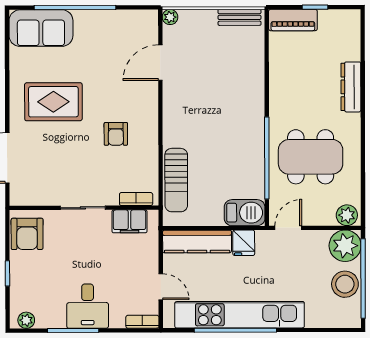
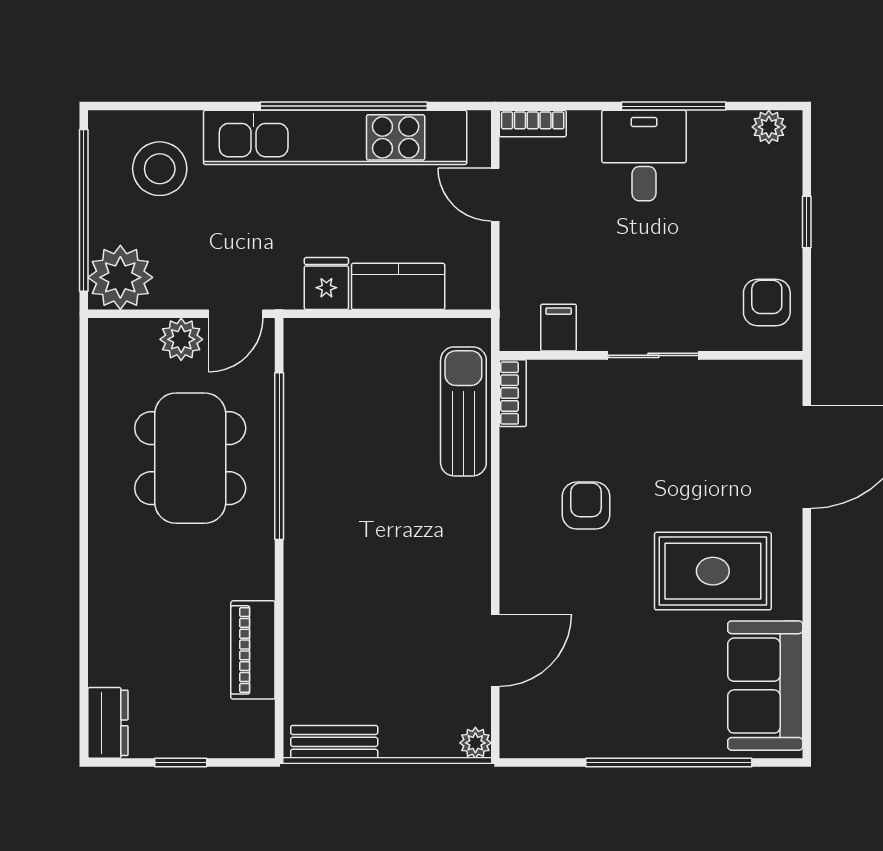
piano: (293, 20) -> (253, 650), moved, turned -90
sofa: (41, 28) -> (765, 686), moved, turned -90
dresser: (351, 87) -> (108, 723), moved, width x0.70
dining table: (311, 157) -> (190, 458), turned 90
bookcase: (136, 199) -> (513, 393), moved, turned -90
barbecue: (245, 213) -> (324, 345), removed
plant: (347, 215) -> (181, 339), moved
filing cabinet: (130, 221) -> (559, 328), width x0.50
armchair: (27, 234) -> (767, 303), width x0.72, depth x0.72
kitchen counter: (197, 241) -> (398, 286), width x0.67
stool: (345, 284) -> (160, 169), moved

